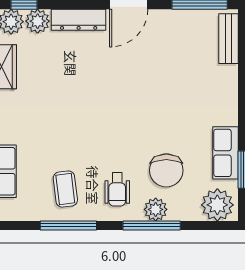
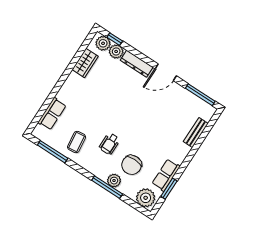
bench: (229, 39) -> (196, 132), moved
wheelchair: (117, 189) -> (110, 144), moved
window: (68, 225) -> (53, 152), moved

